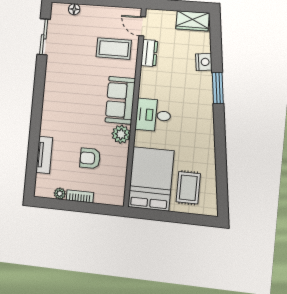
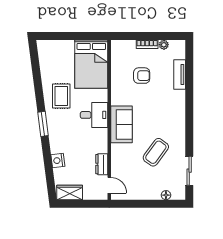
coffee table: (114, 49) -> (156, 152), moved, turned -54
window: (218, 88) -> (43, 124), moved
plant: (121, 134) -> (118, 97), removed
rug: (188, 188) -> (61, 96), moved

